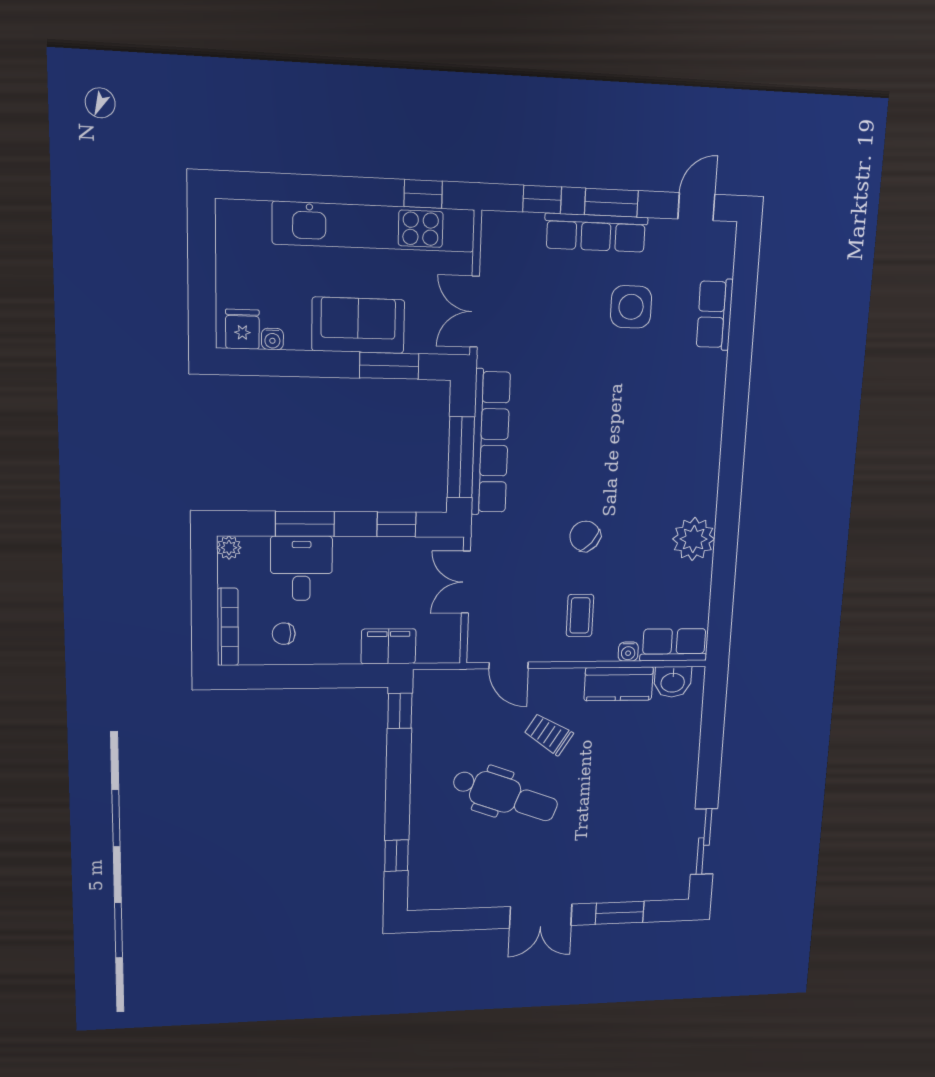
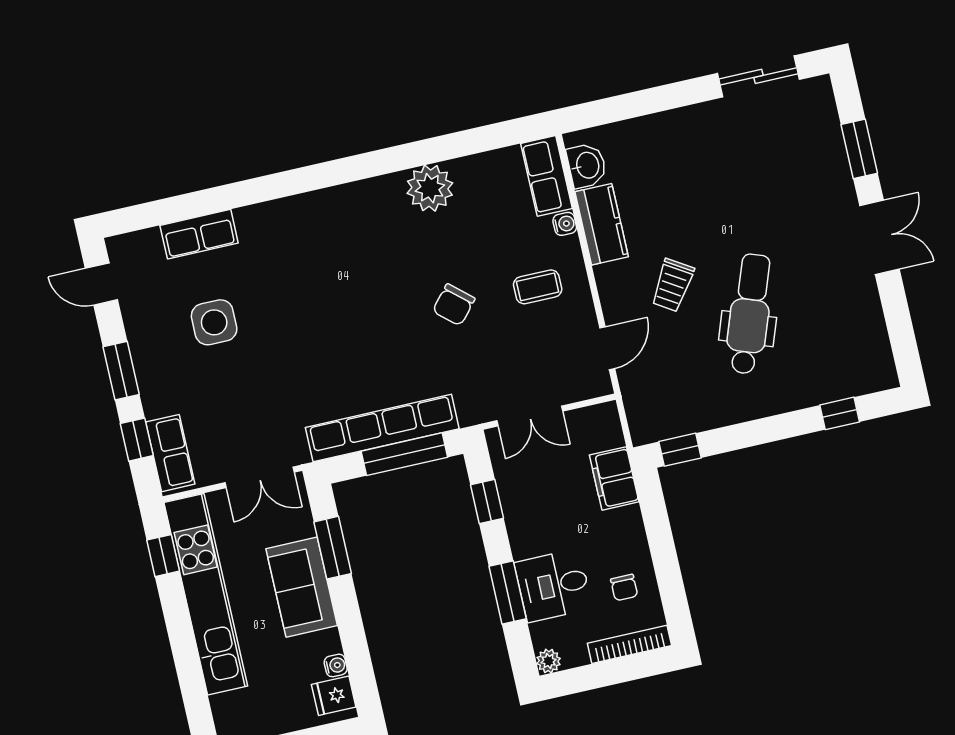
row of seats: (596, 233) -> (170, 453), moved, width x0.68

